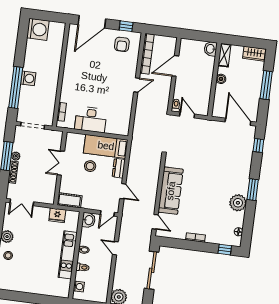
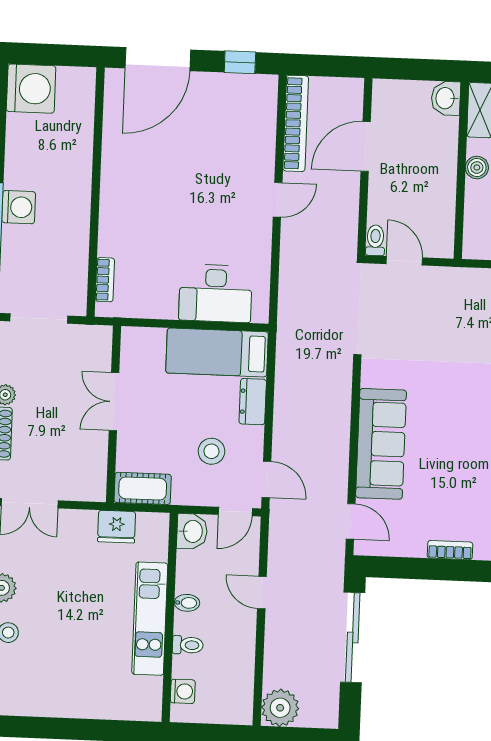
armchair: (122, 44) -> (234, 106), removed
desk: (91, 119) -> (215, 293), moved
stool: (90, 166) -> (211, 451), moved
door: (123, 191) -> (266, 479), moved

